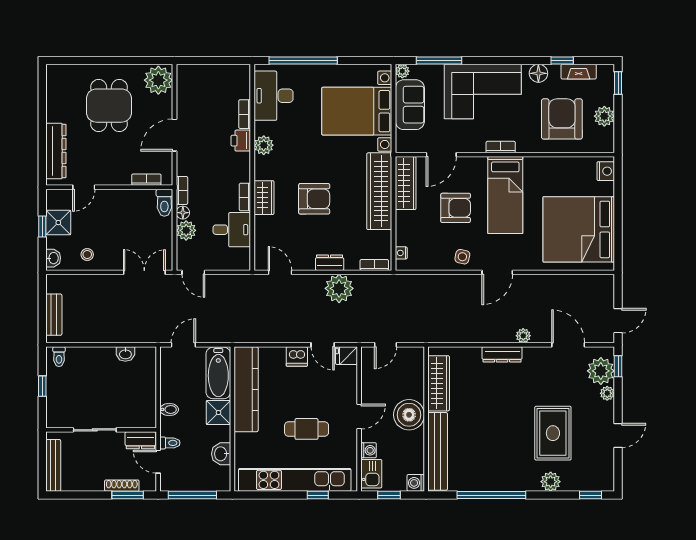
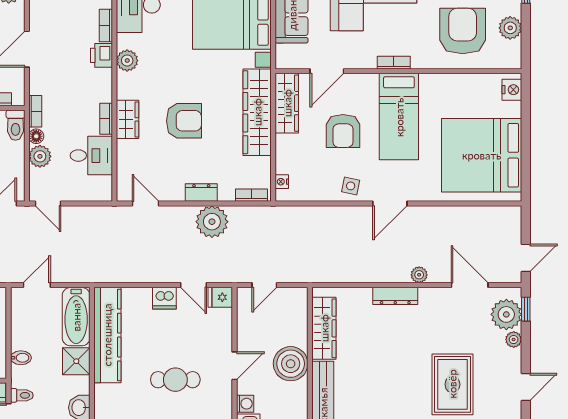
armchair: (456, 208) -> (343, 131), turned 90

